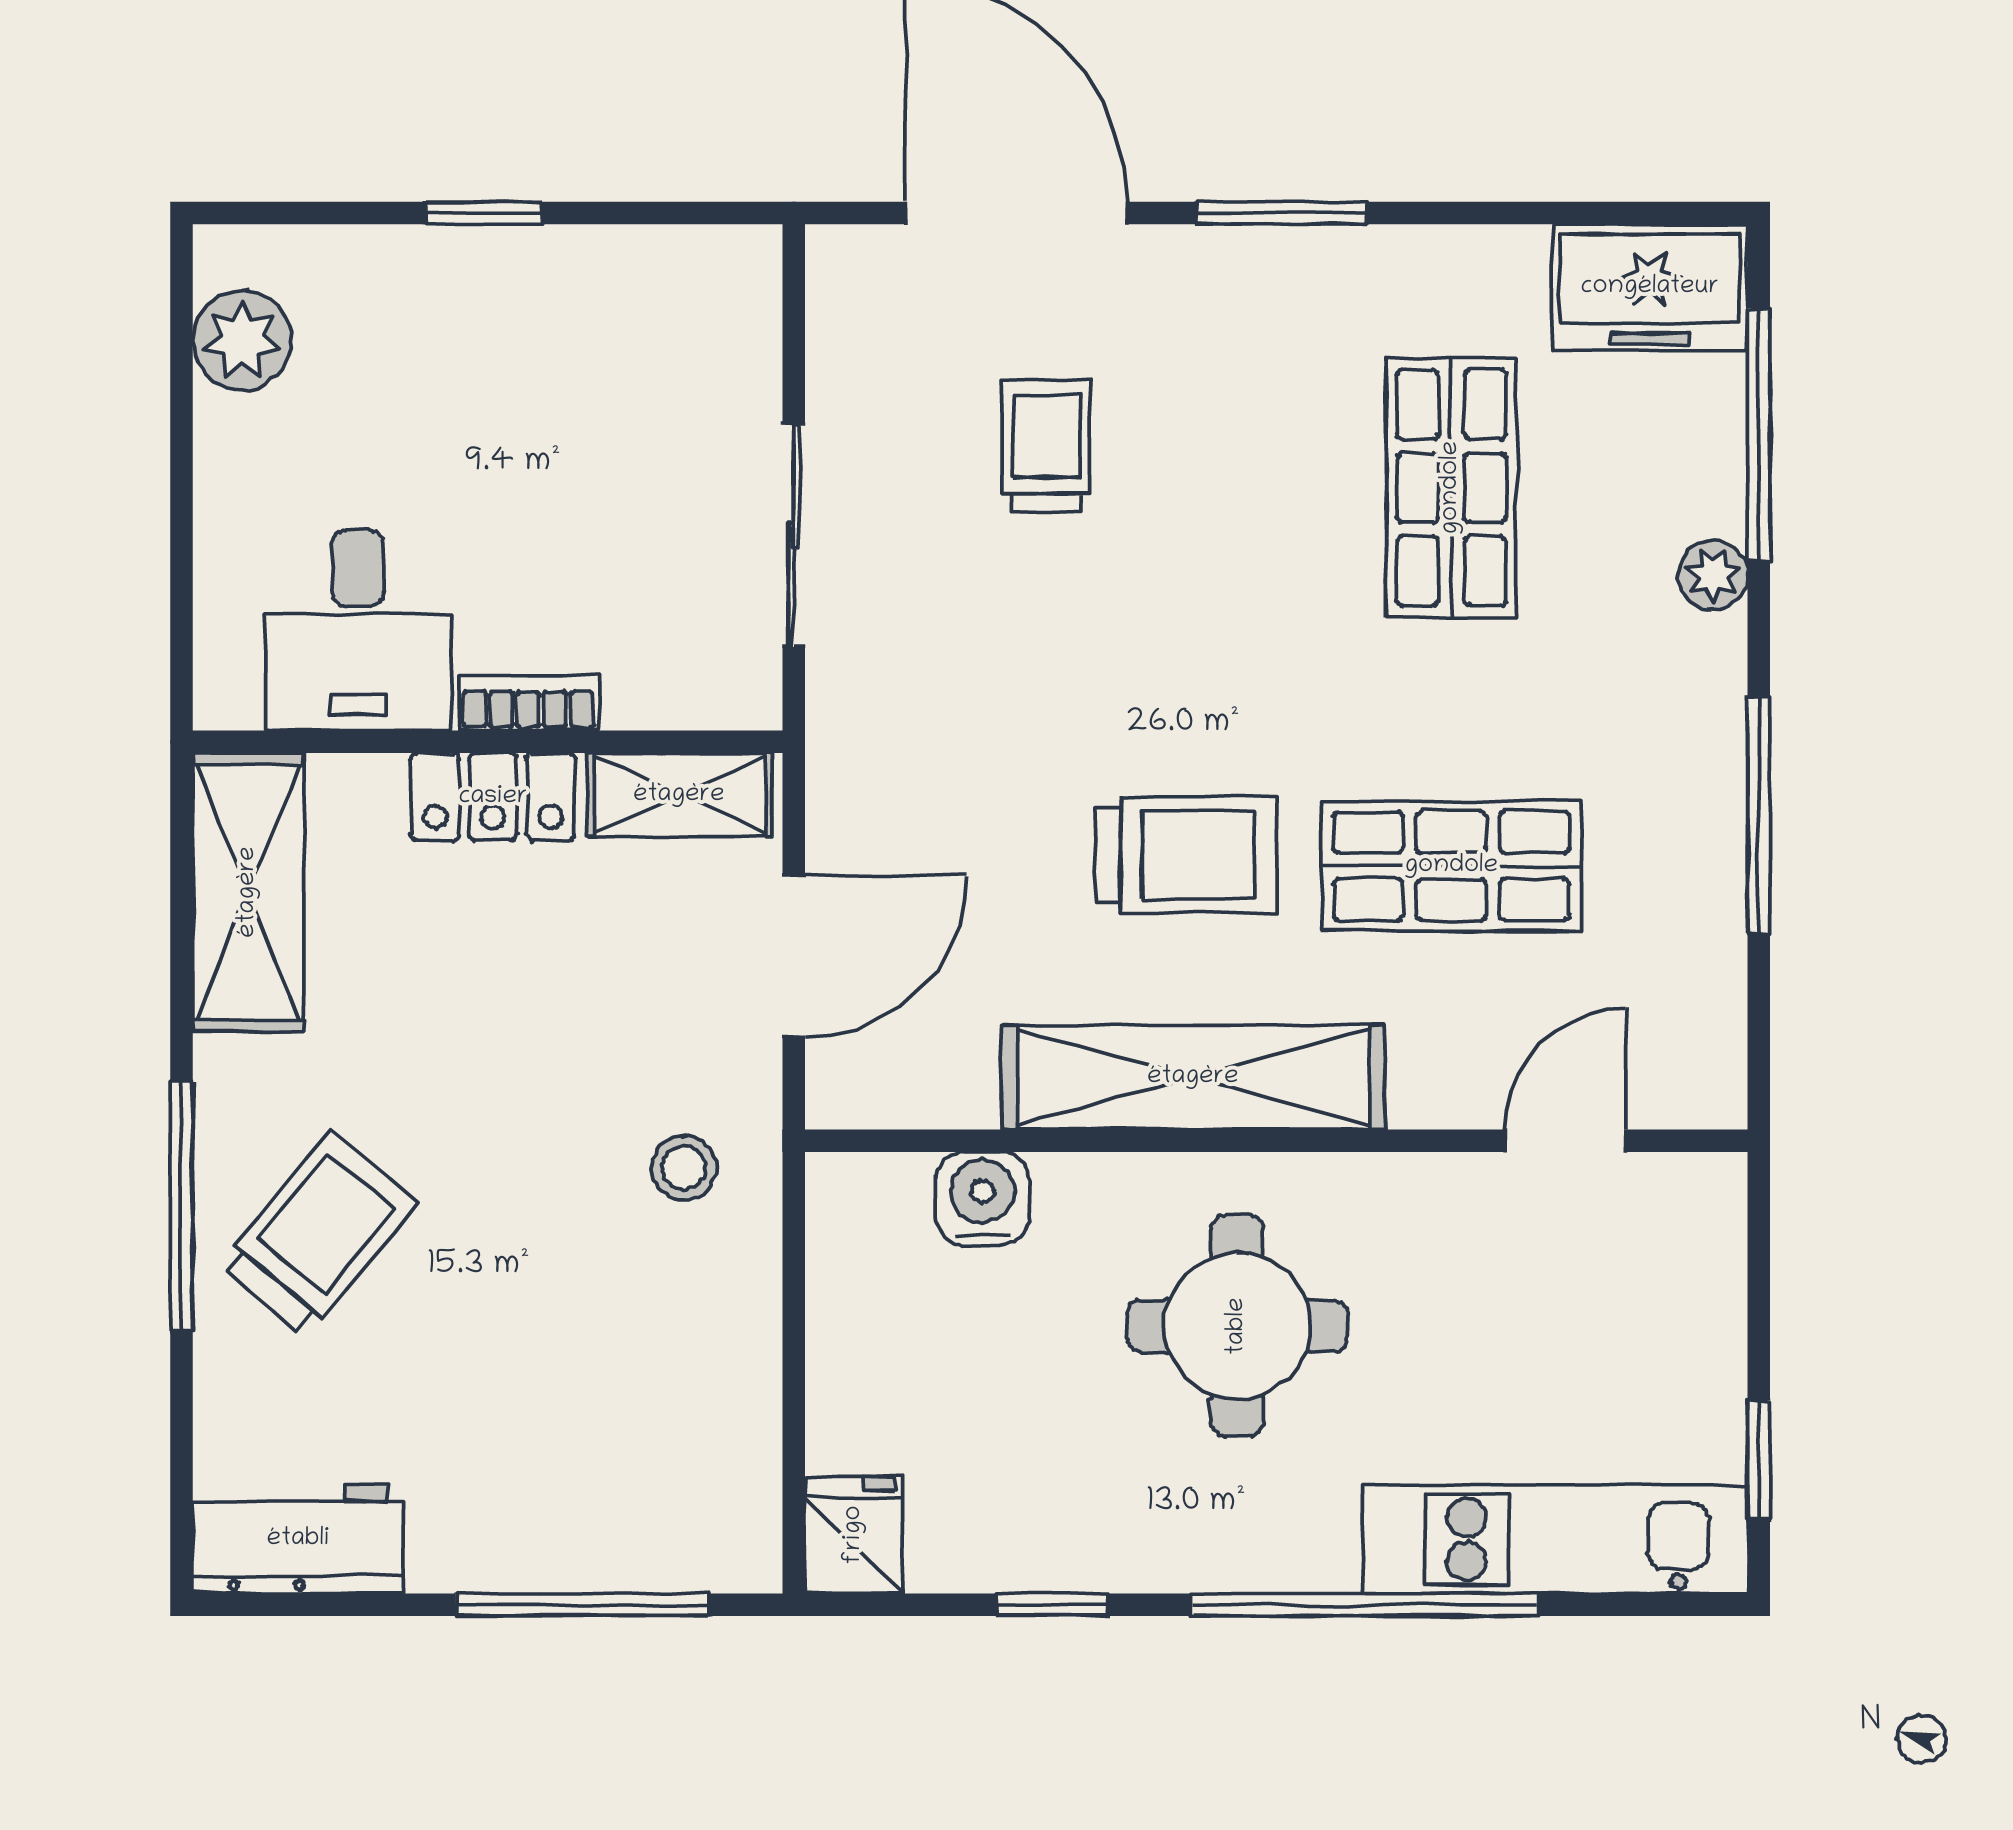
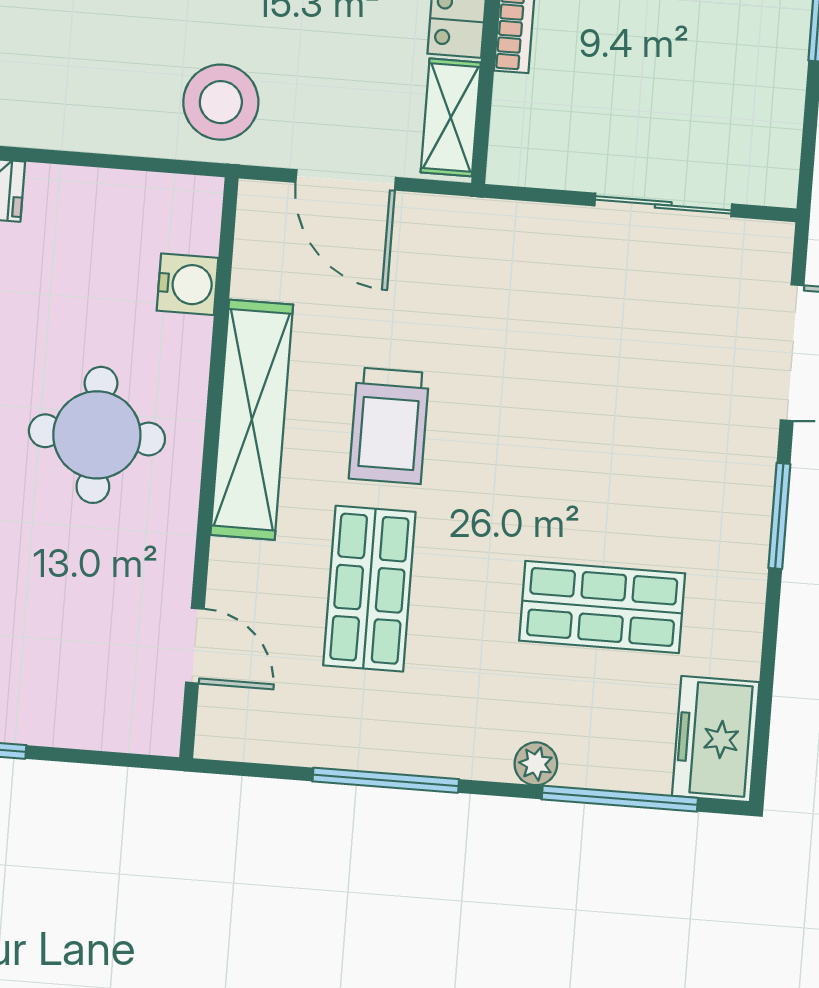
trolley: (1046, 446) -> (647, 360), removed
sliding door: (794, 536) -> (663, 205), moved
stool: (684, 1168) -> (221, 102), width x1.89, depth x1.89

